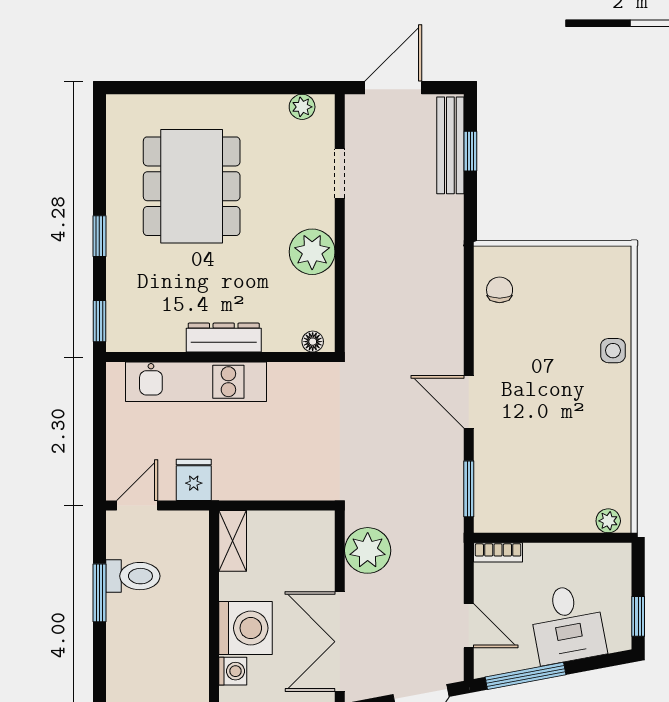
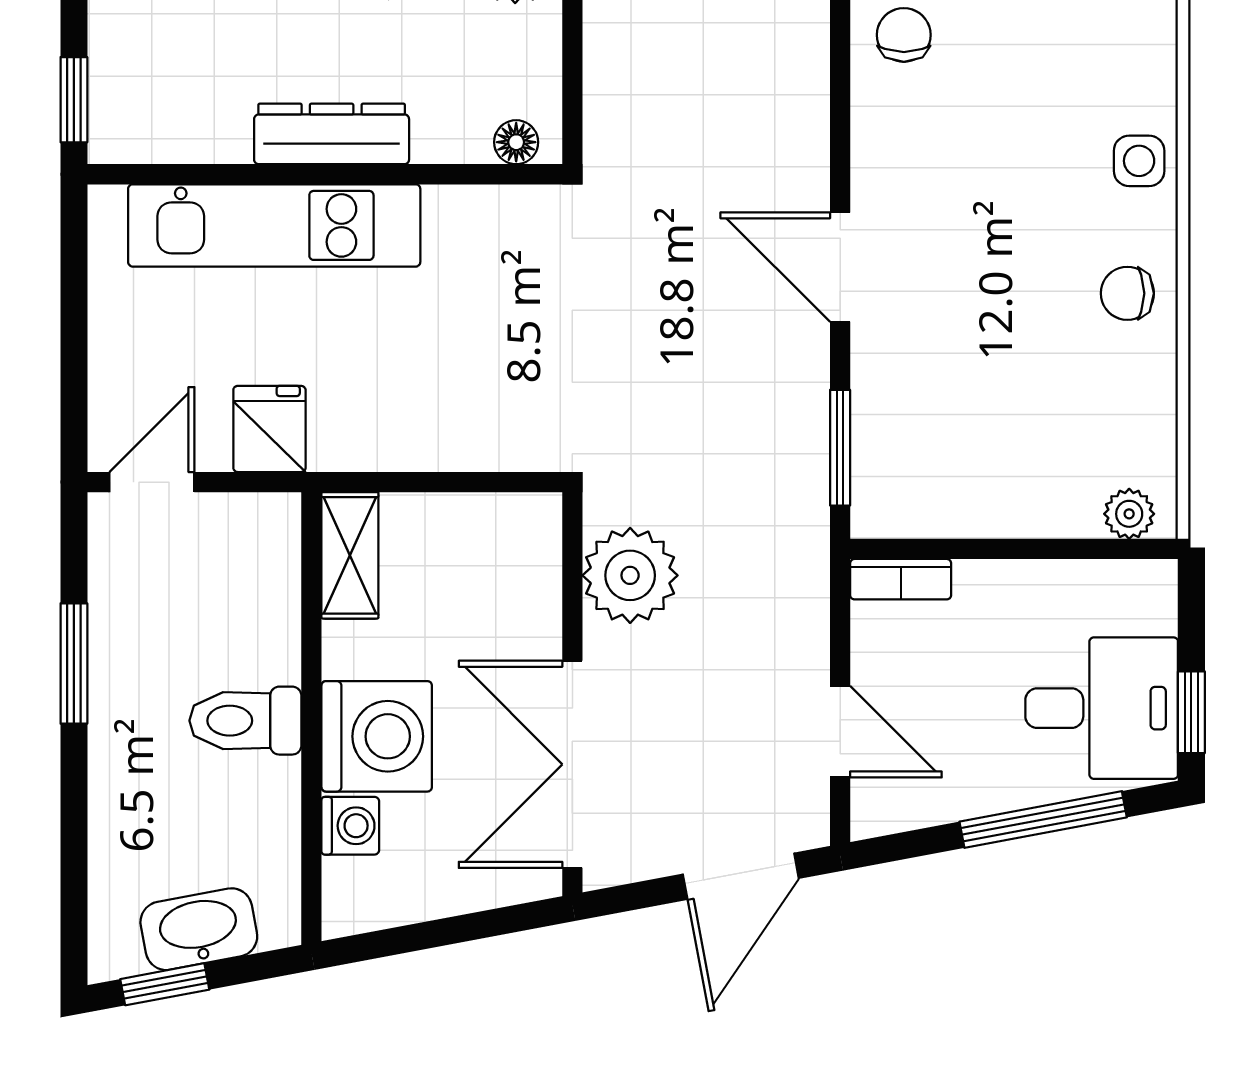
chair: (607, 414) -> (1127, 293), added
toilet: (133, 576) -> (245, 721), moved, turned 180
desk: (567, 624) -> (1102, 708), moved, turned -79
window: (525, 676) -> (1043, 820), moved

